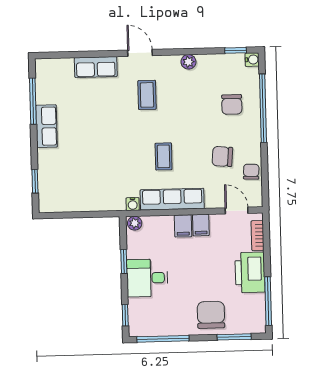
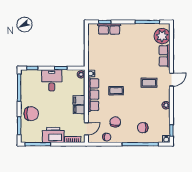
plant: (59, 73) -> (162, 36), added
row of seats: (47, 126) -> (109, 29), moved

